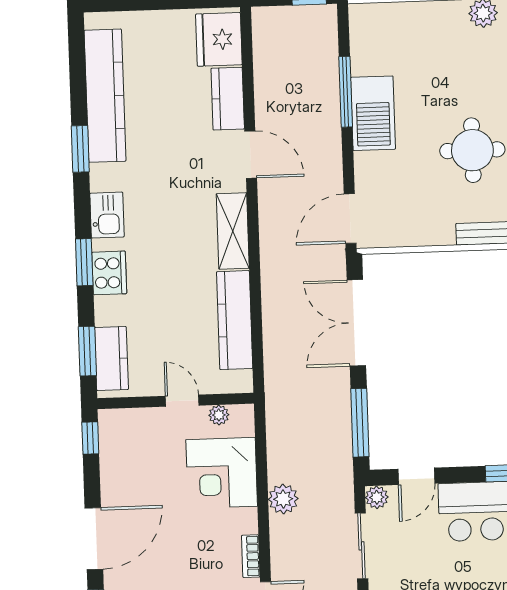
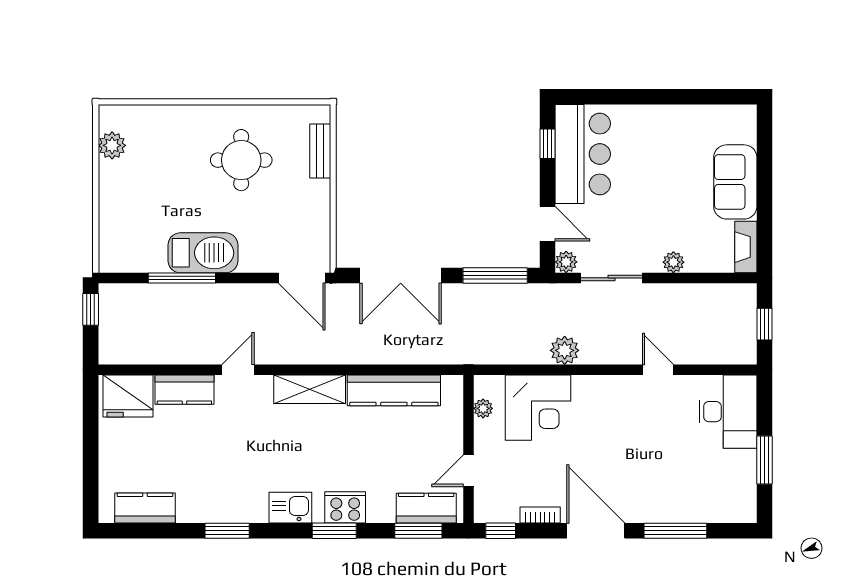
kitchen counter: (105, 96) -> (145, 508), width x0.48, depth x0.86
door: (251, 155) -> (238, 370), width x0.73
door: (182, 401) -> (468, 471), moved
bookcase: (251, 556) -> (540, 515), moved, turned 180

